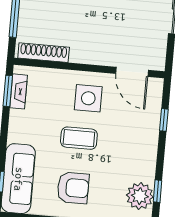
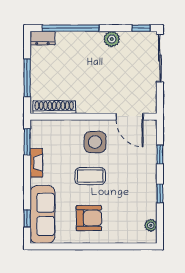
fireplace: (19, 91) -> (36, 163), moved
window: (158, 191) -> (160, 193), moved
plant: (140, 196) -> (151, 225), width x0.53, depth x0.53

